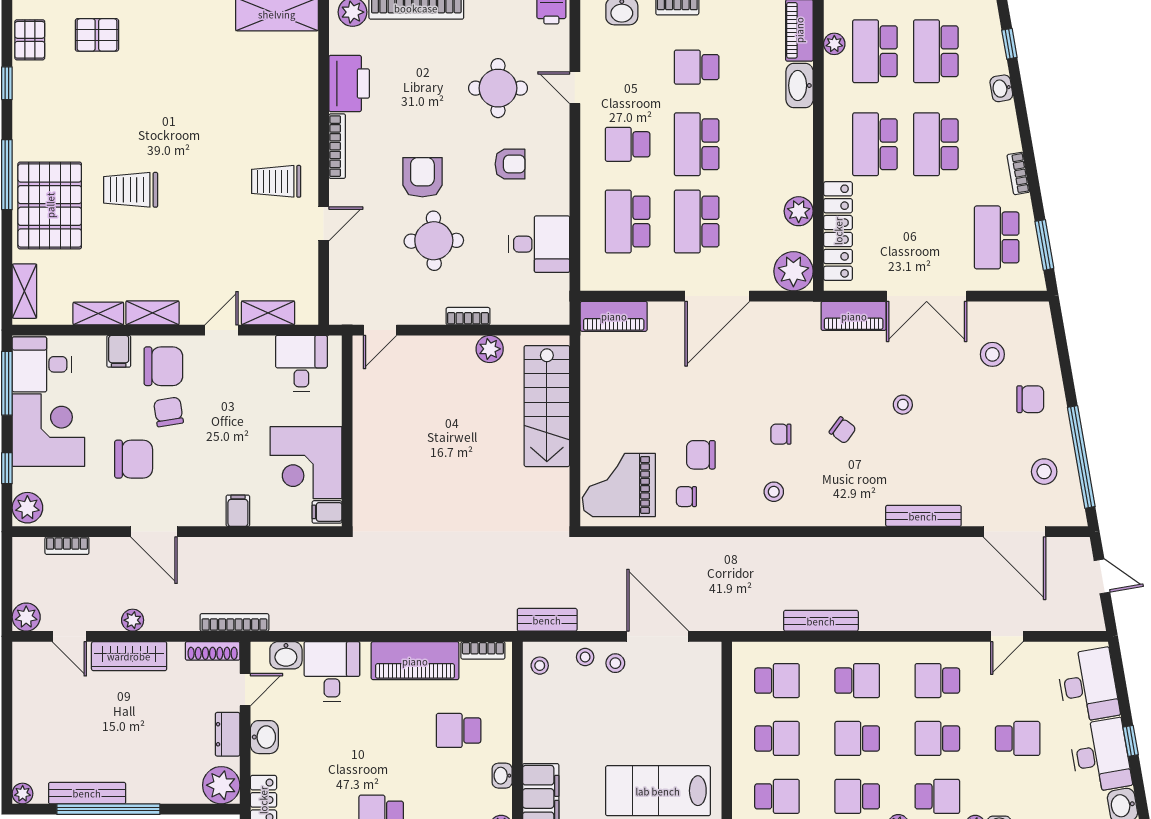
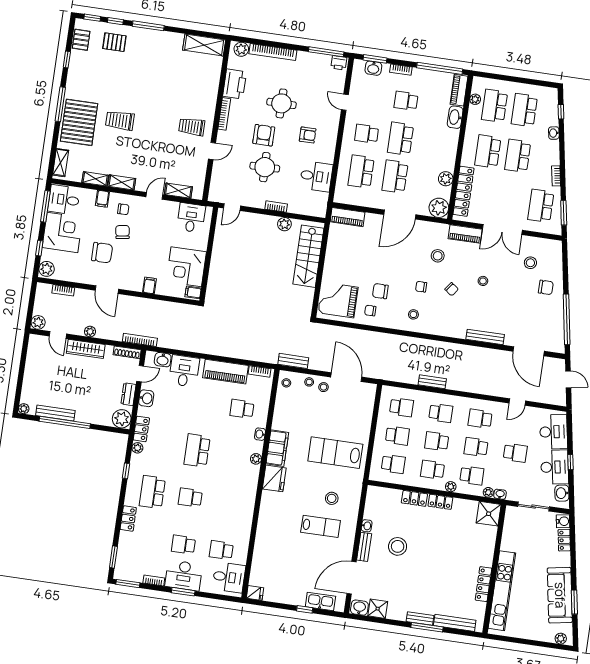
round table: (498, 88) -> (281, 103), moved
chair: (163, 366) -> (123, 209), width x0.54, depth x0.54
stool: (1044, 472) -> (438, 256), moved
bench: (821, 621) -> (432, 382), width x0.73

